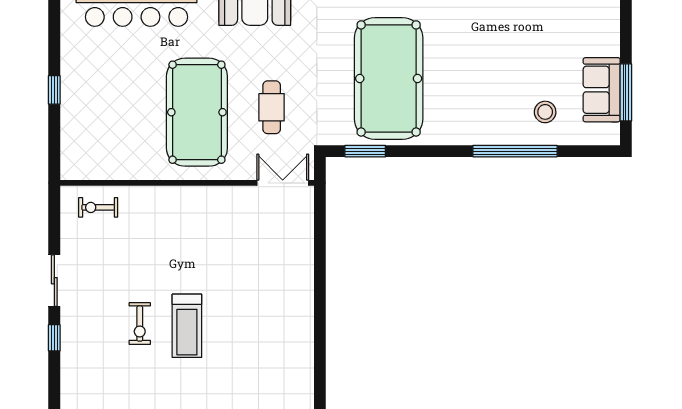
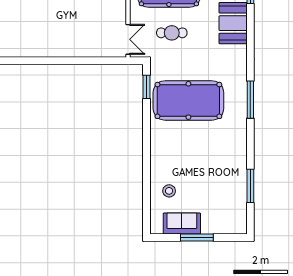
window: (626, 92) -> (197, 238), moved
window: (515, 151) -> (146, 173), removed

